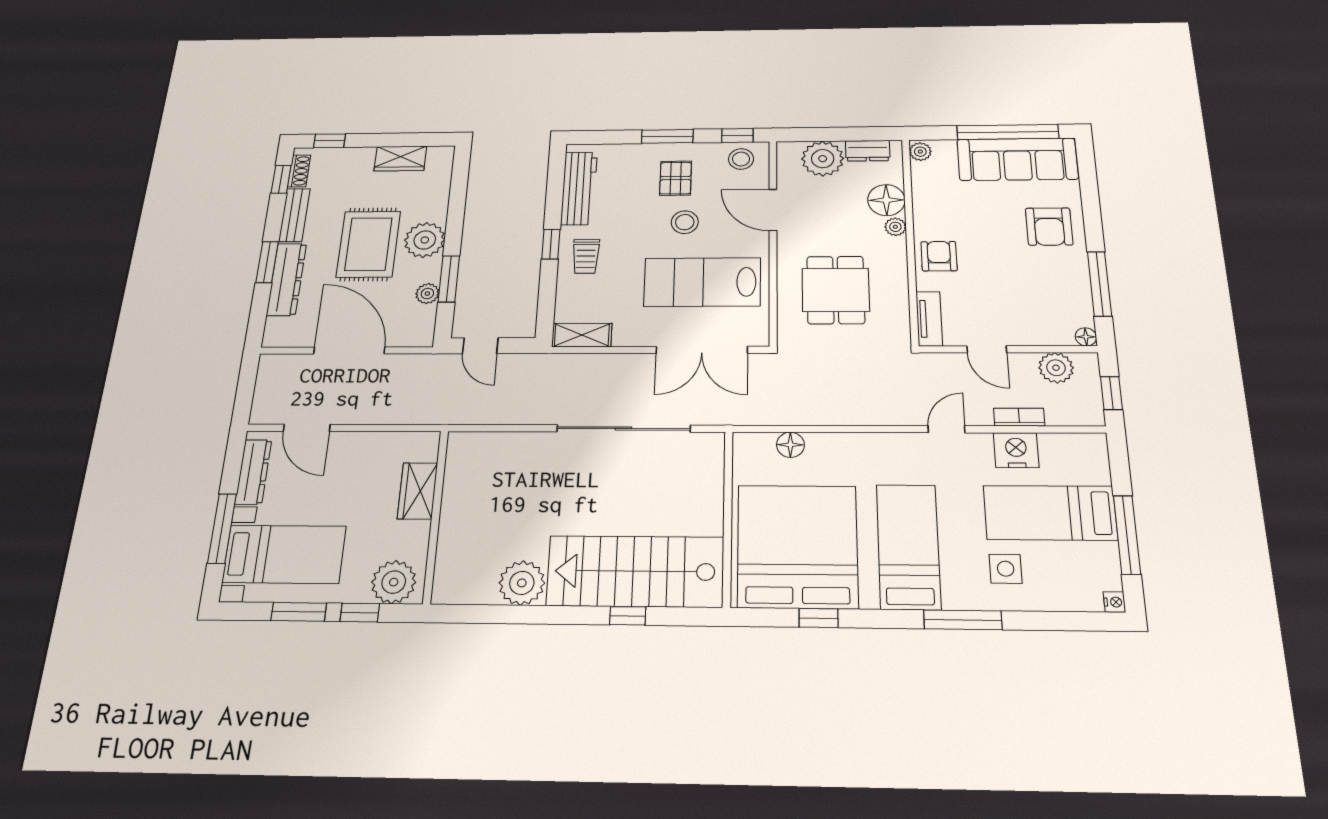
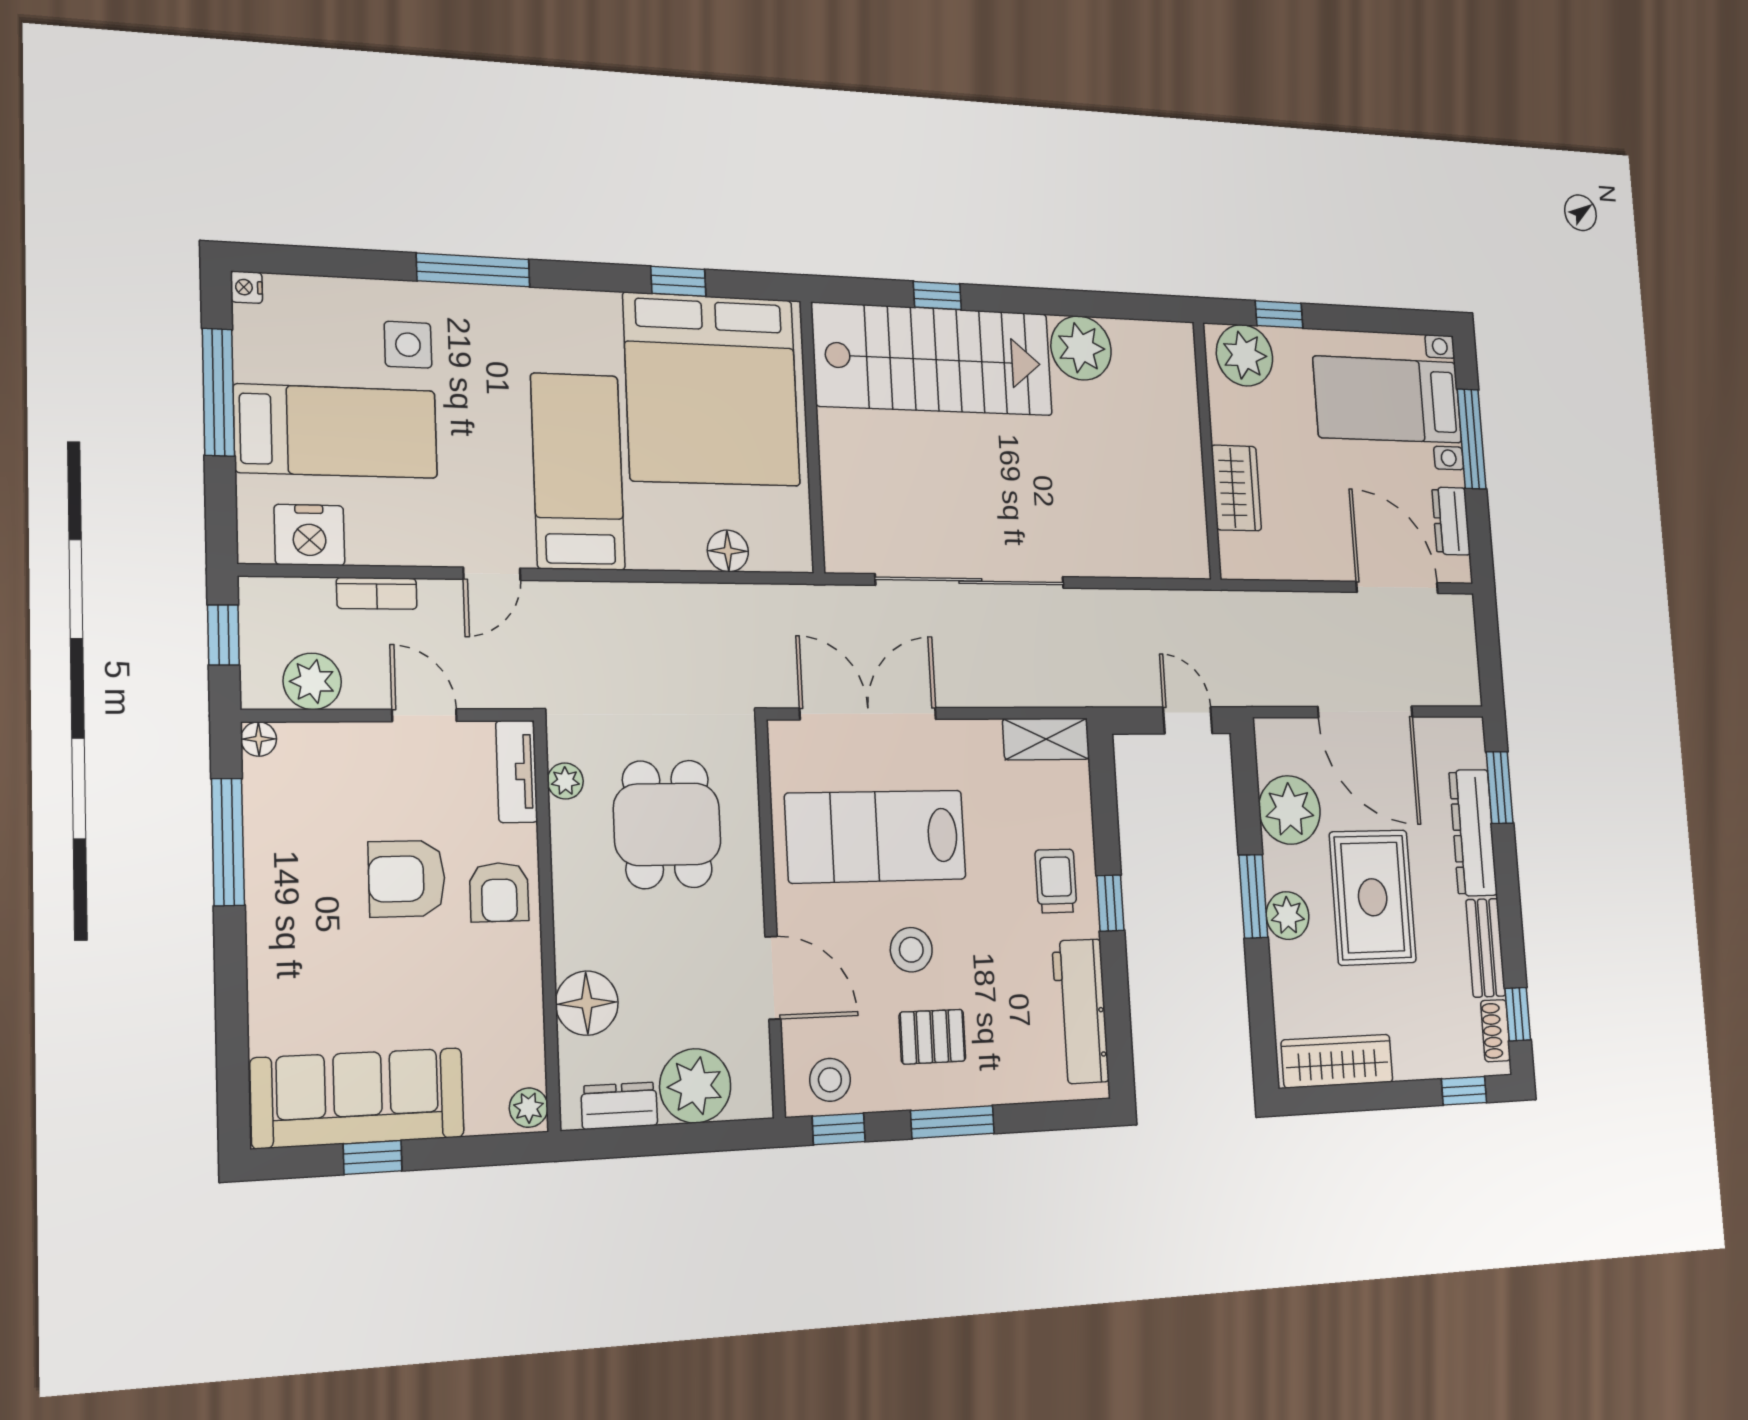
window: (1008, 132) -> (373, 1157), width x0.32
wardrobe: (400, 159) -> (1337, 1061), width x1.50
pallet: (676, 178) -> (932, 1037), turned 90
plant: (895, 227) -> (565, 781), moved
armchair: (1049, 227) -> (407, 879), moved, turned -90
plant: (425, 240) -> (1288, 916), width x0.73, depth x0.73
window: (267, 262) -> (1500, 788), moved
window: (449, 279) -> (1253, 896), moved
lab bench: (702, 282) -> (876, 836), turned 180
plant: (427, 294) -> (1290, 810), width x1.88, depth x1.88
door: (307, 428) -> (1397, 587), width x1.36
nightstand: (1016, 450) -> (309, 535), moved
dresser: (253, 472) -> (1451, 521), width x0.70
bed: (908, 546) -> (578, 472), moved, turned 180
window: (299, 612) -> (1354, 319), removed

